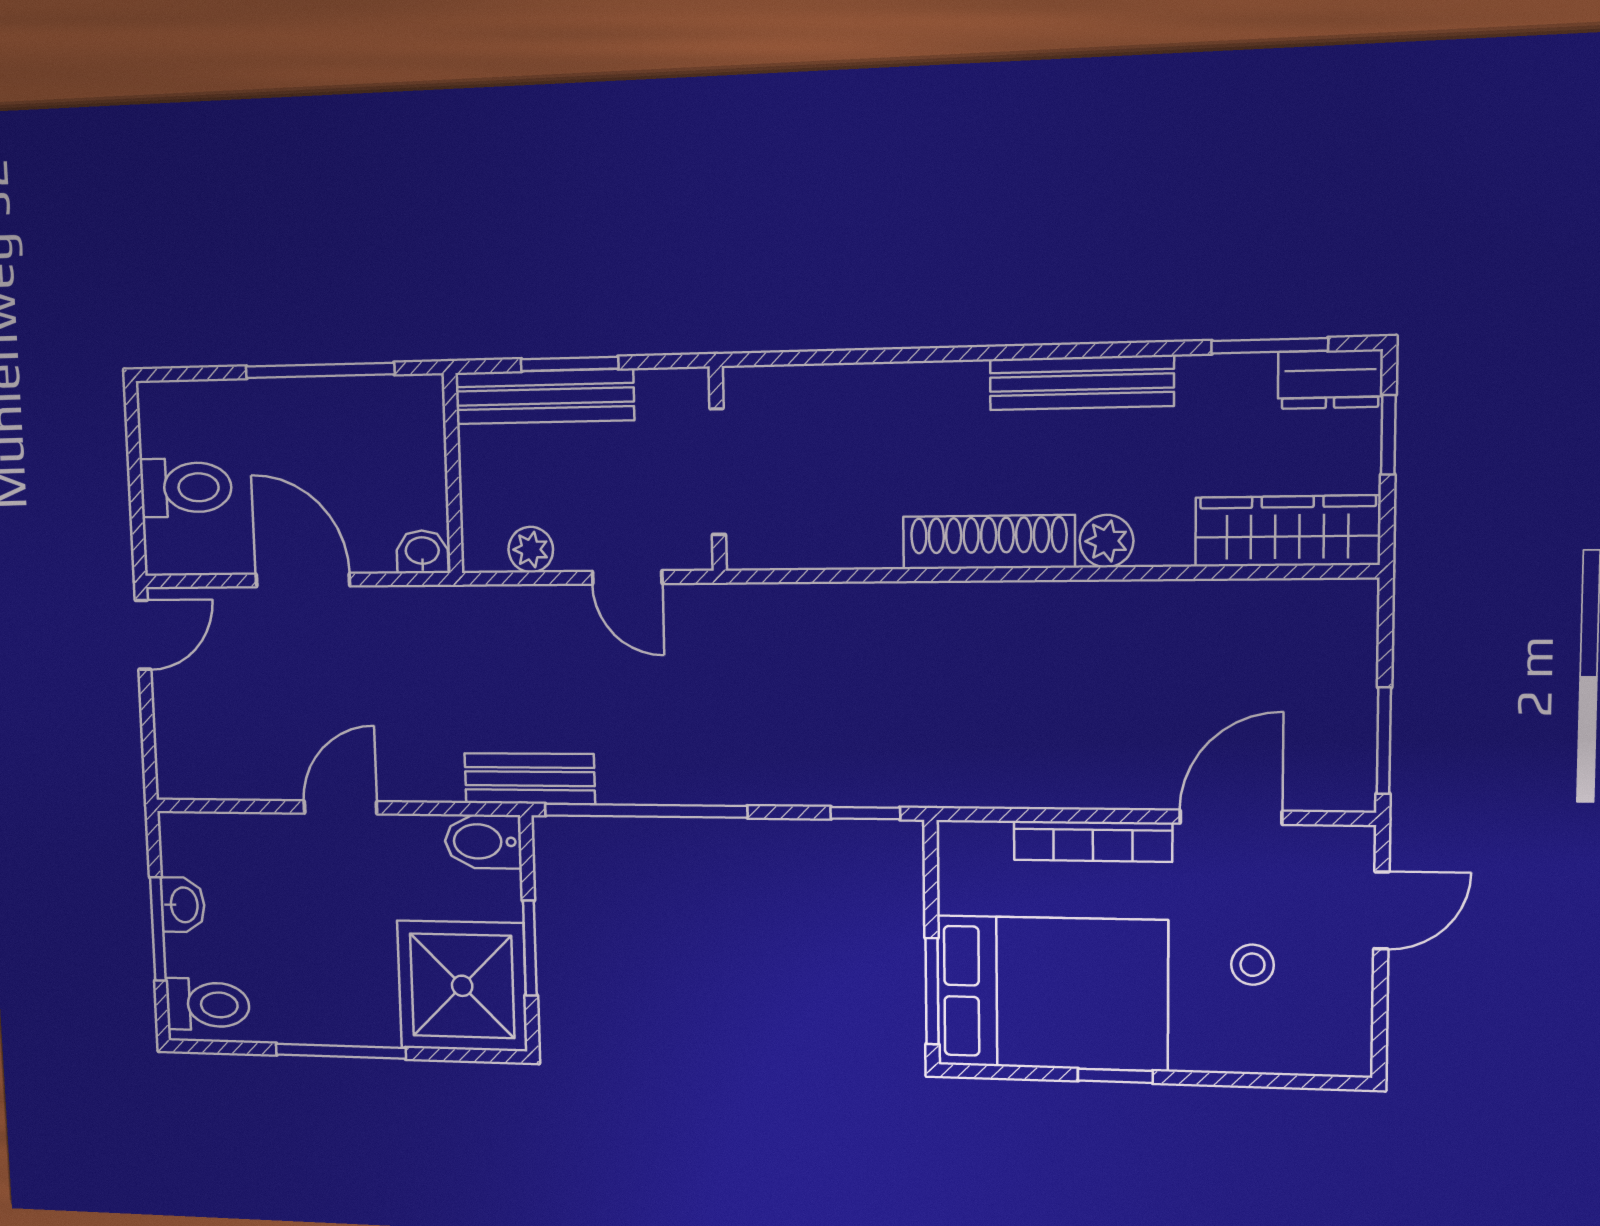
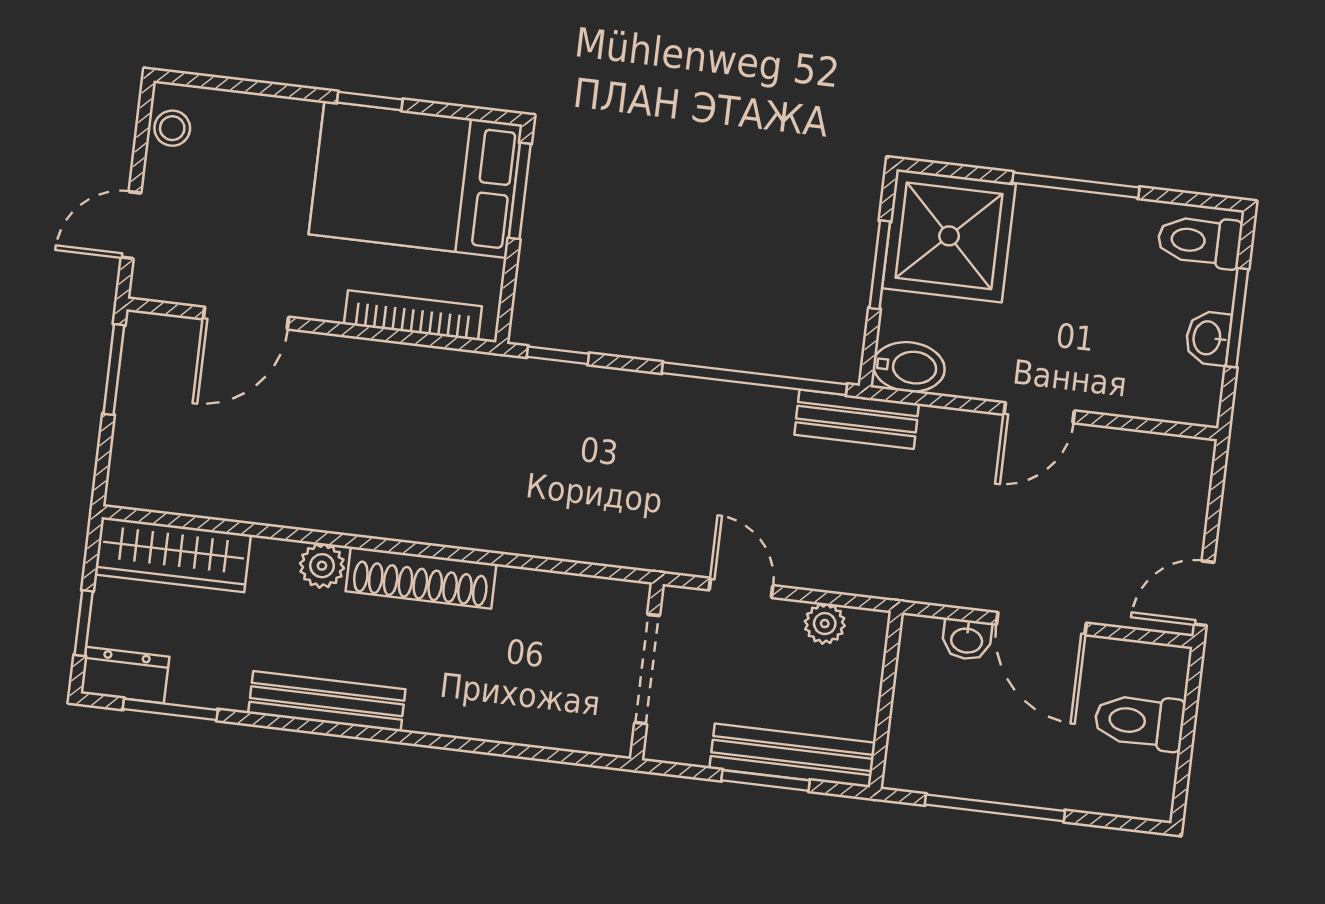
washbasin: (422, 552) -> (967, 639), moved
bookcase: (1093, 841) -> (413, 315), moved
stool: (1253, 965) -> (172, 128), moved

